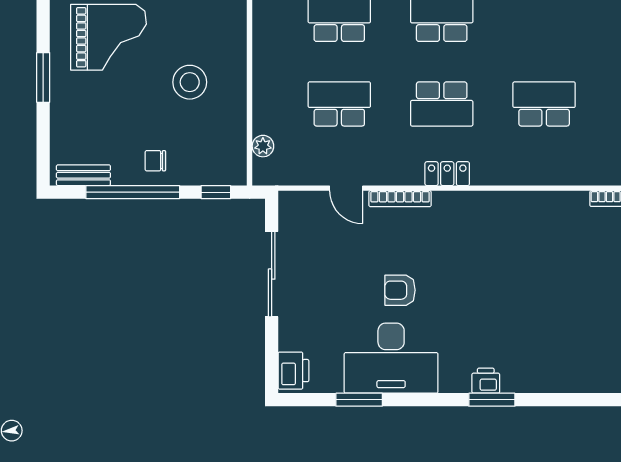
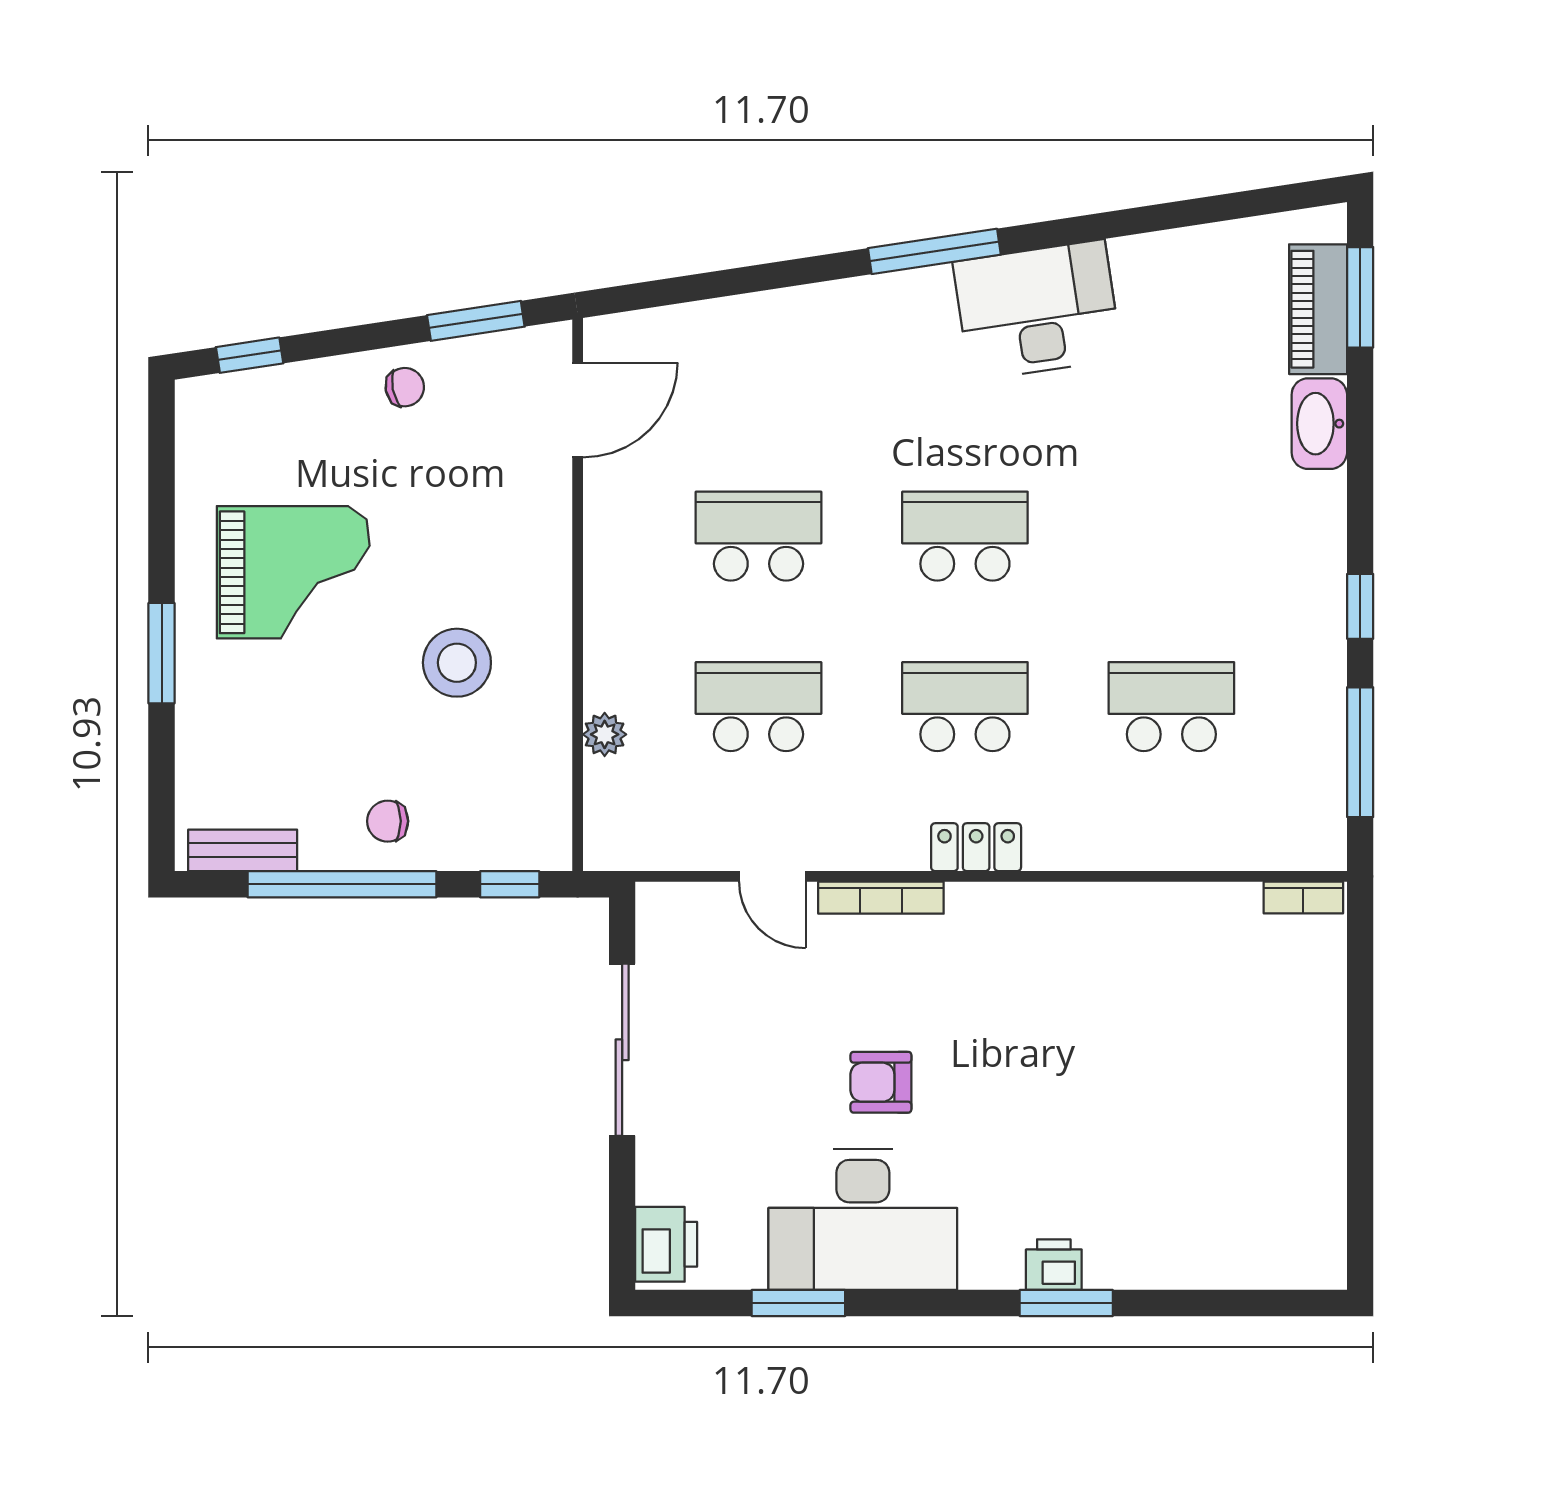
school desk: (442, 104) -> (965, 707), turned 180
plant: (263, 146) -> (605, 734), moved

